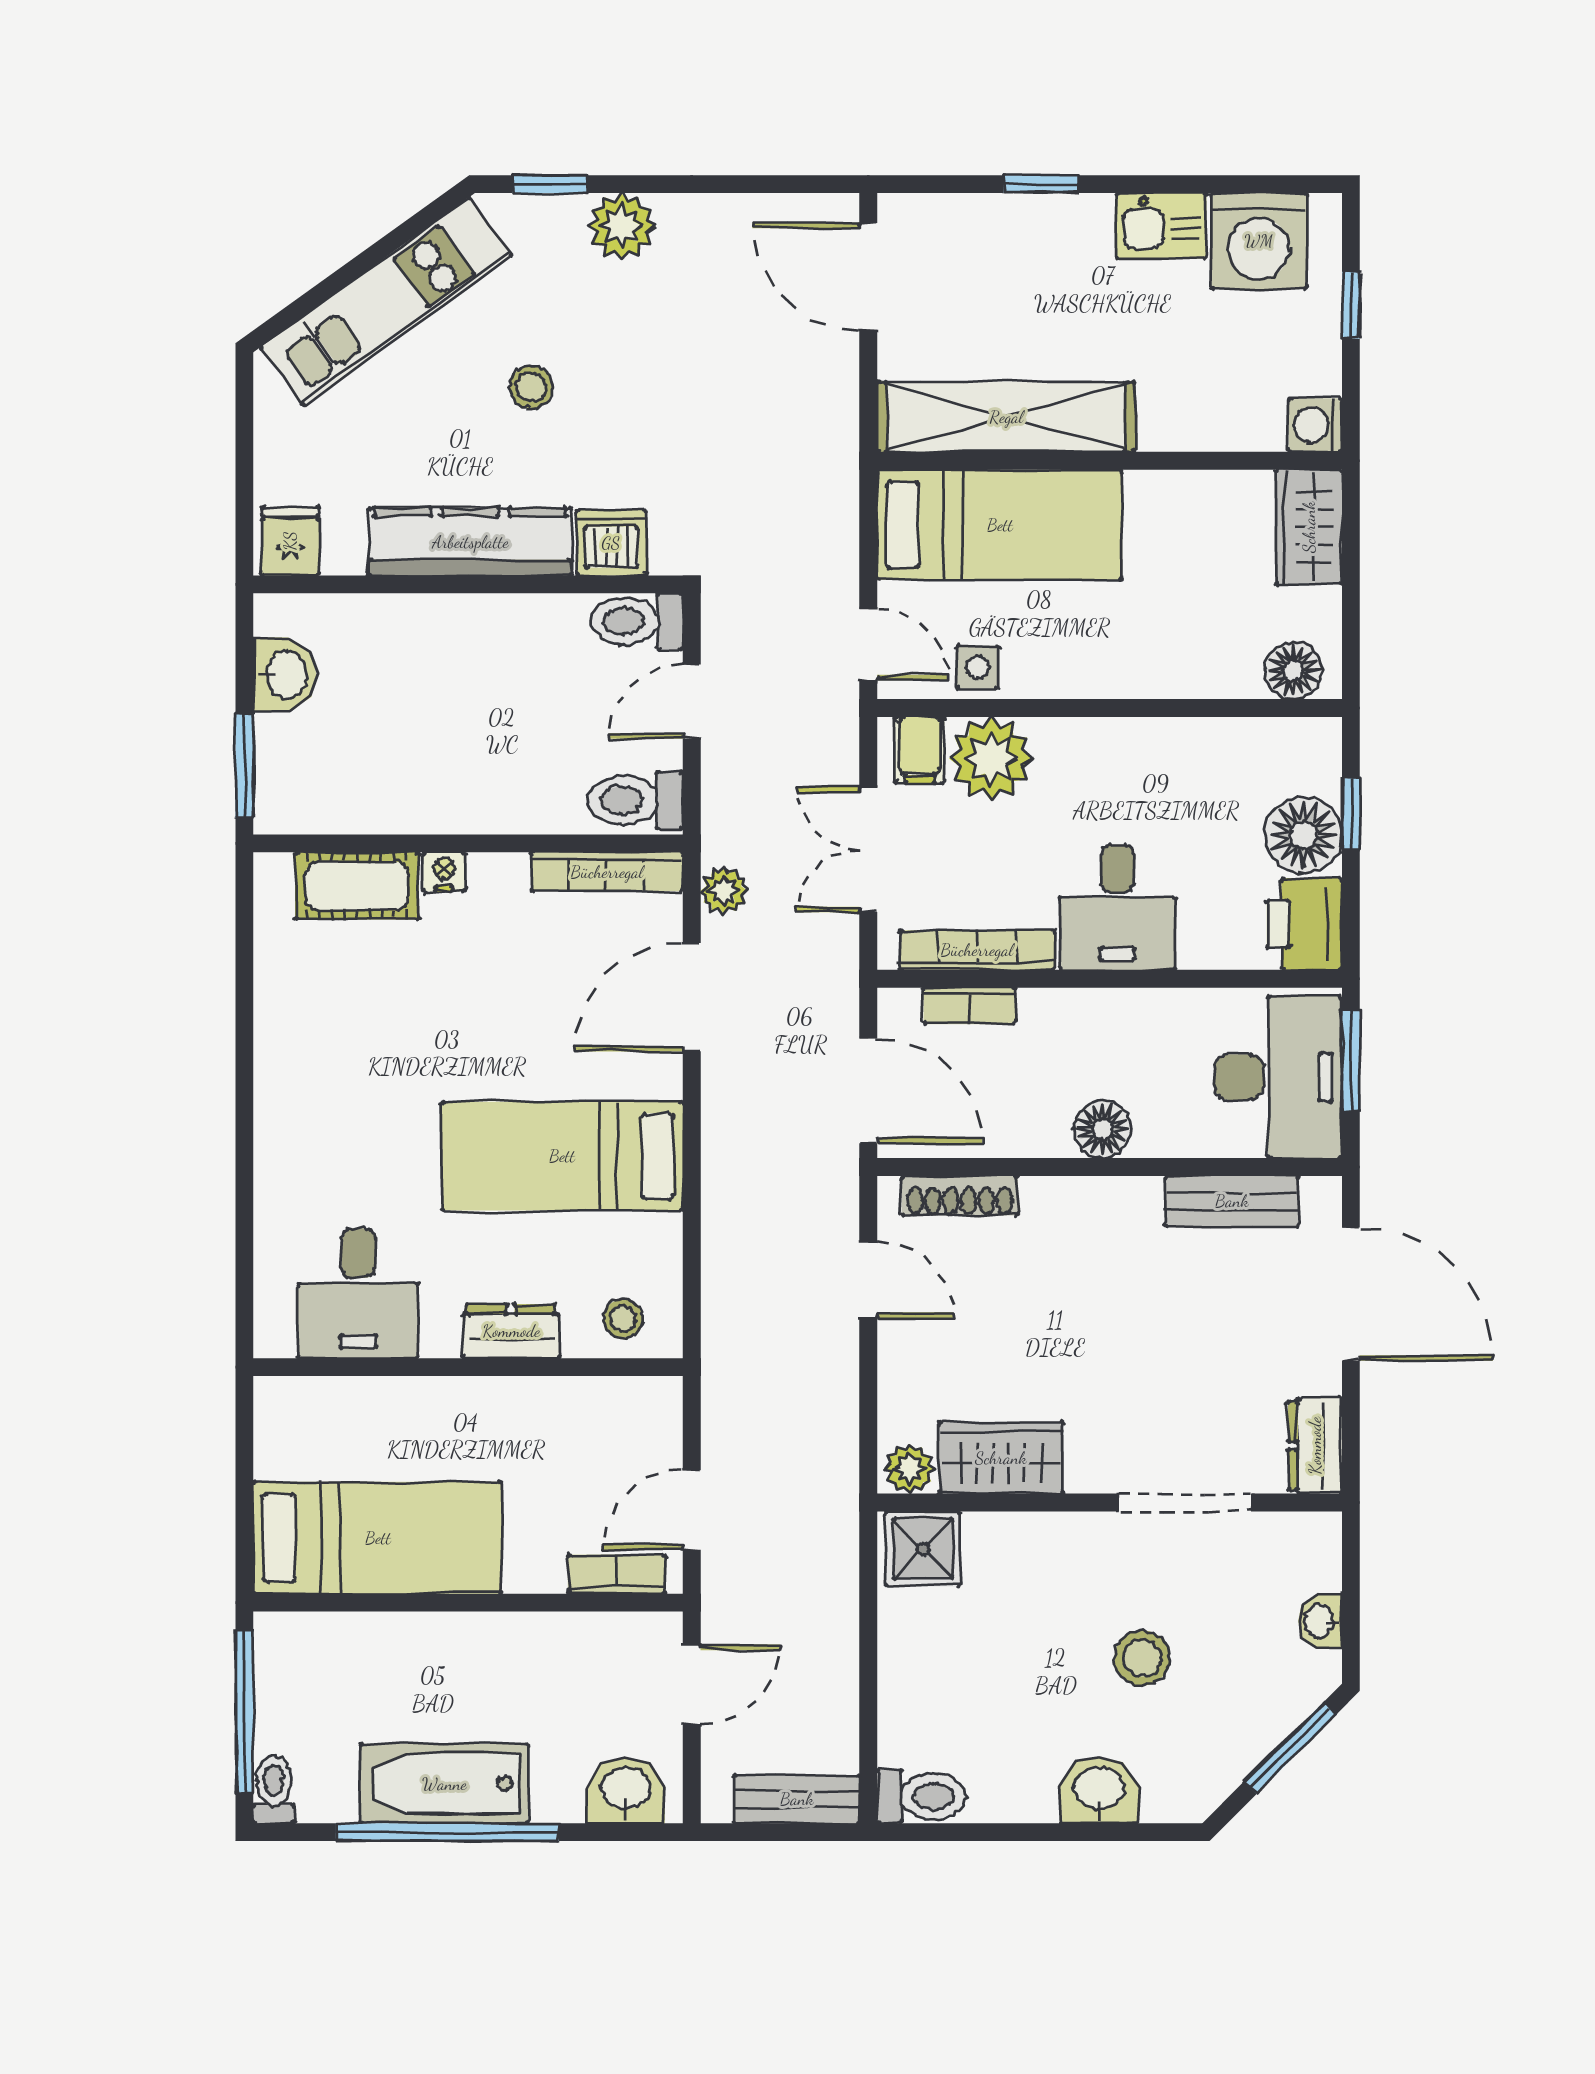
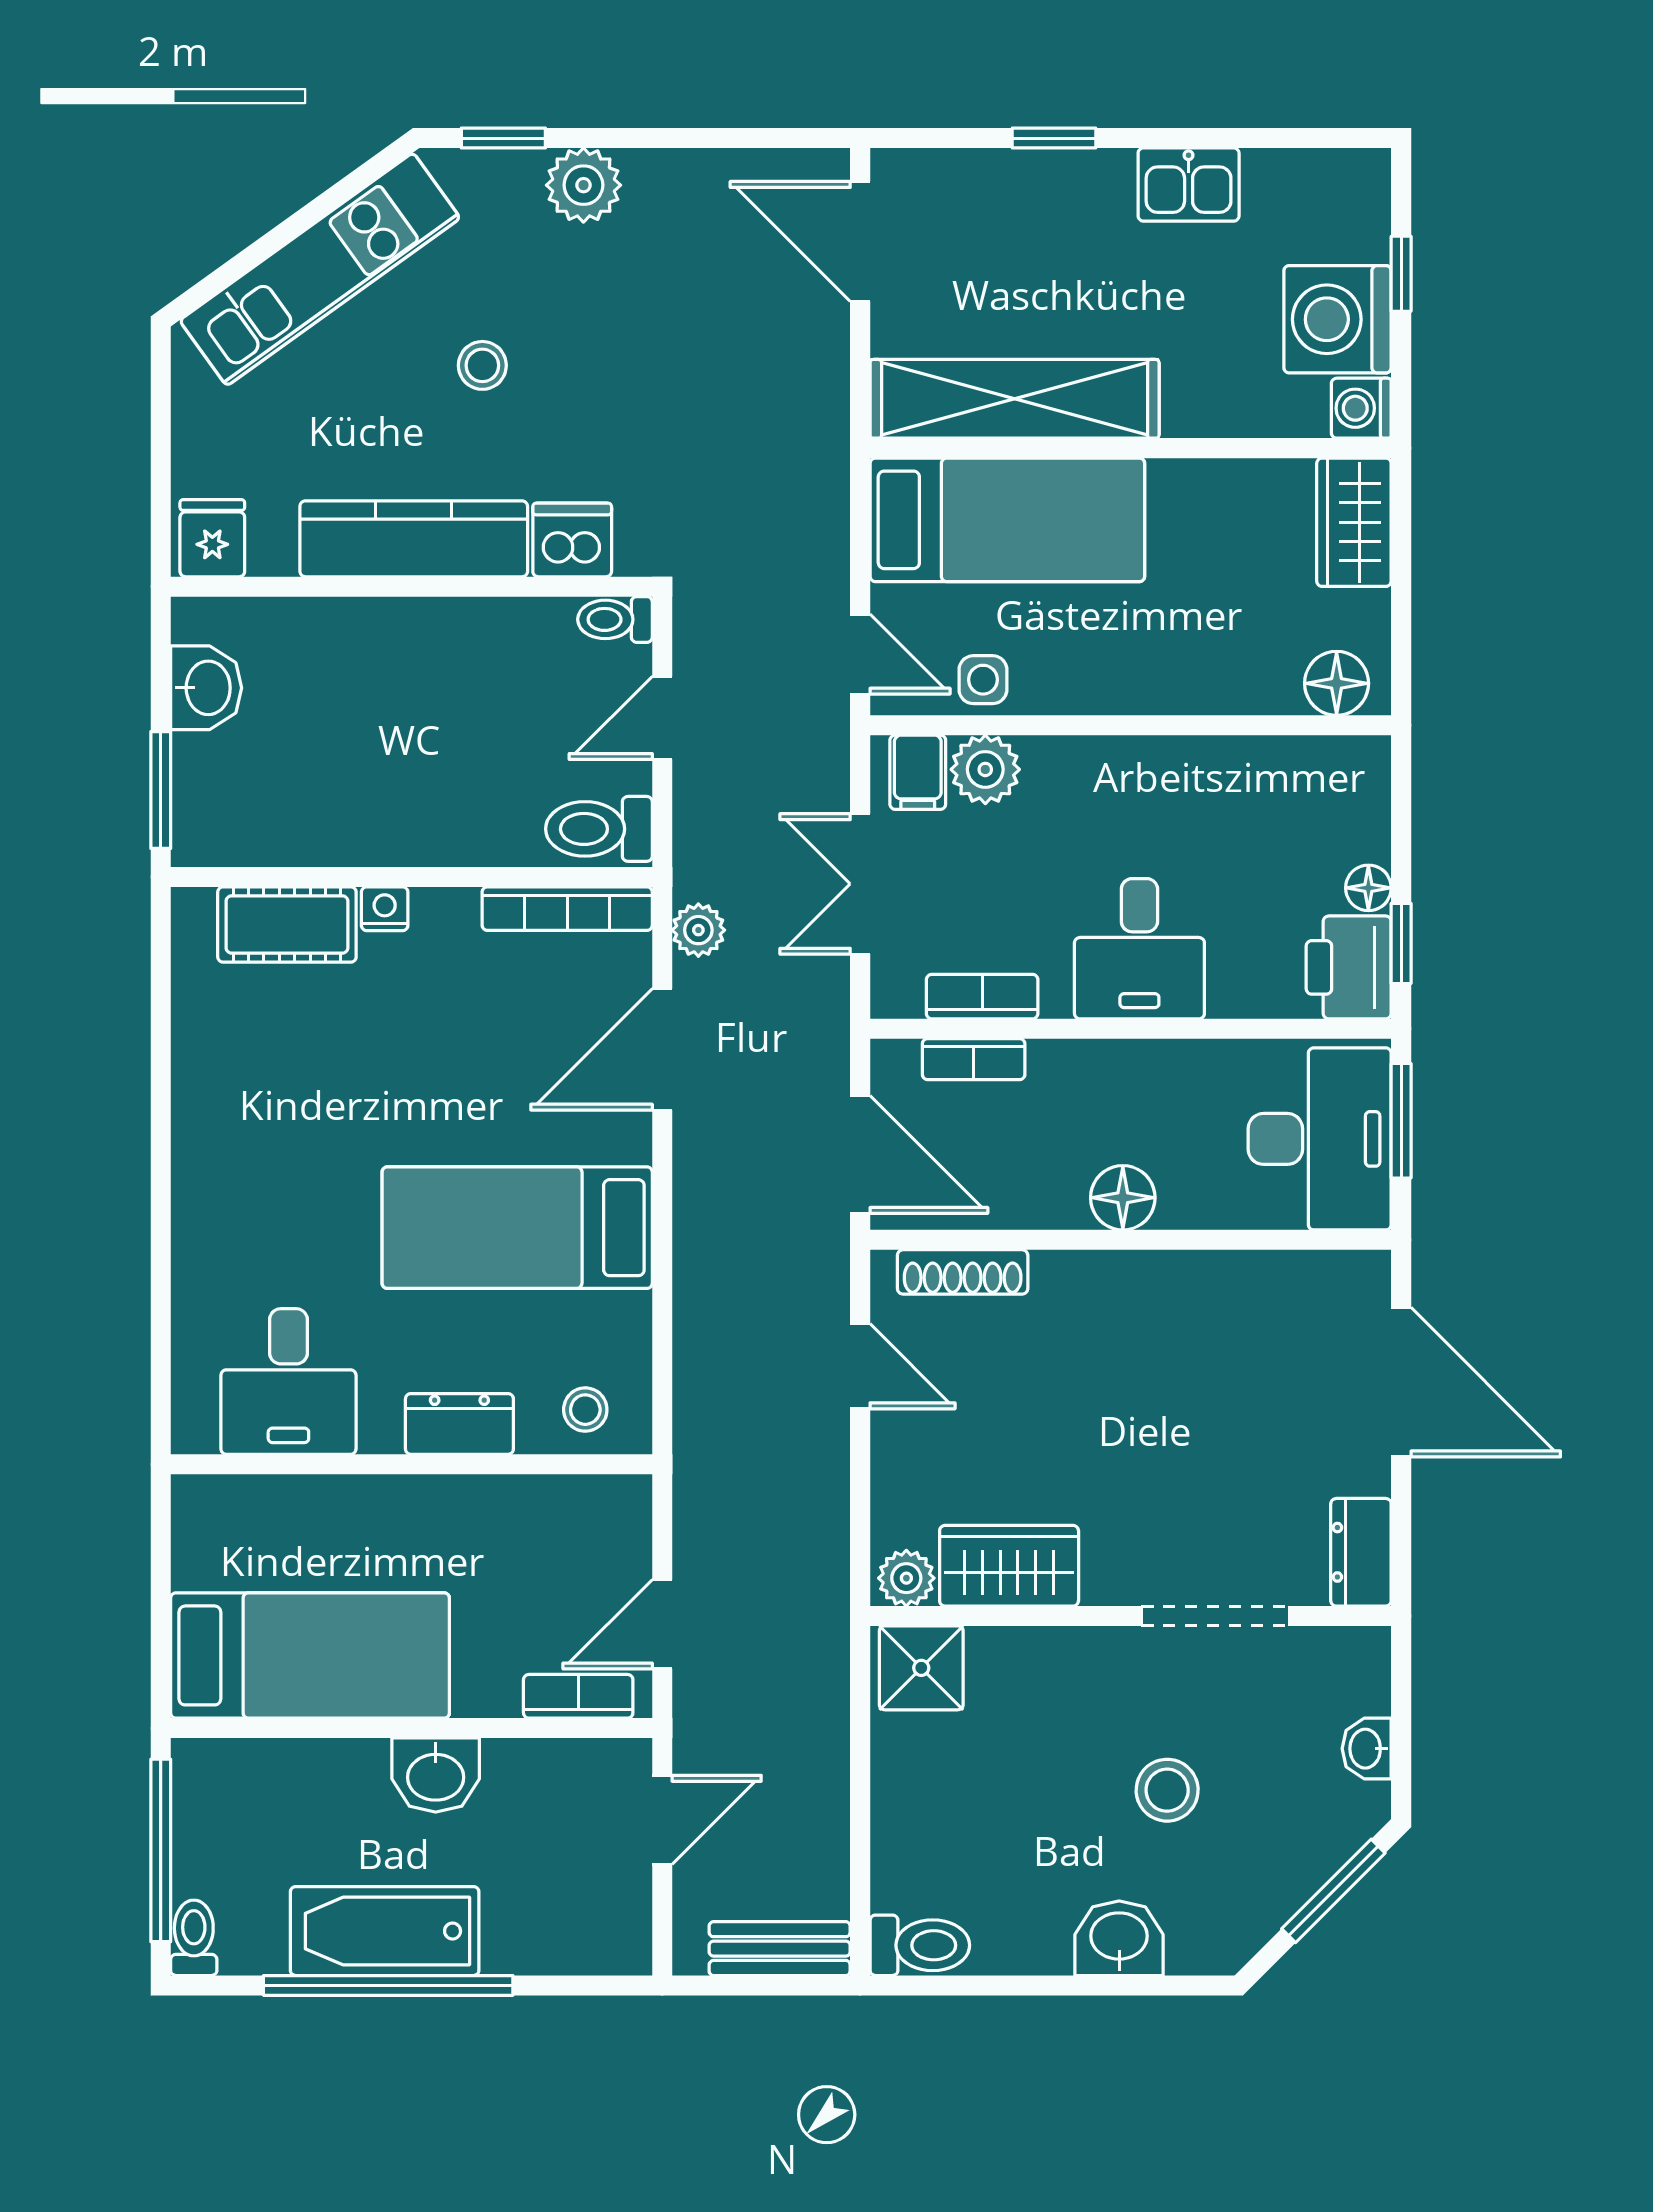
washing machine: (1259, 241) -> (1338, 319), moved, turned 90
toilet: (637, 621) -> (615, 619), width x0.73, depth x0.72
plant: (991, 759) -> (985, 769), width x0.73, depth x0.73
window: (1351, 814) -> (1401, 943), moved
floor lamp: (1304, 835) -> (1368, 888), width x0.53, depth x0.53
bookcase: (977, 950) -> (982, 997), width x0.64
bench: (1232, 1201) -> (1268, 1278), removed
washbasin: (626, 1790) -> (436, 1775), moved, turned 180

